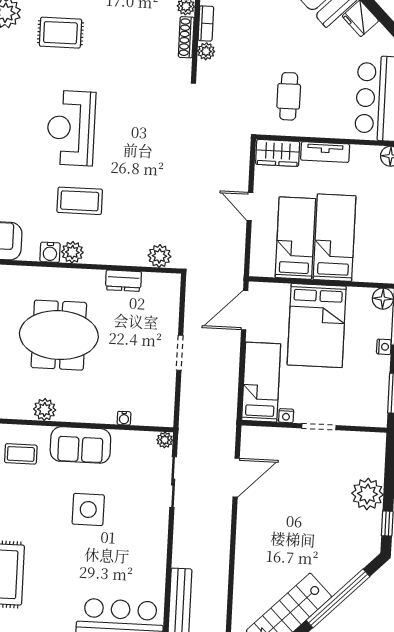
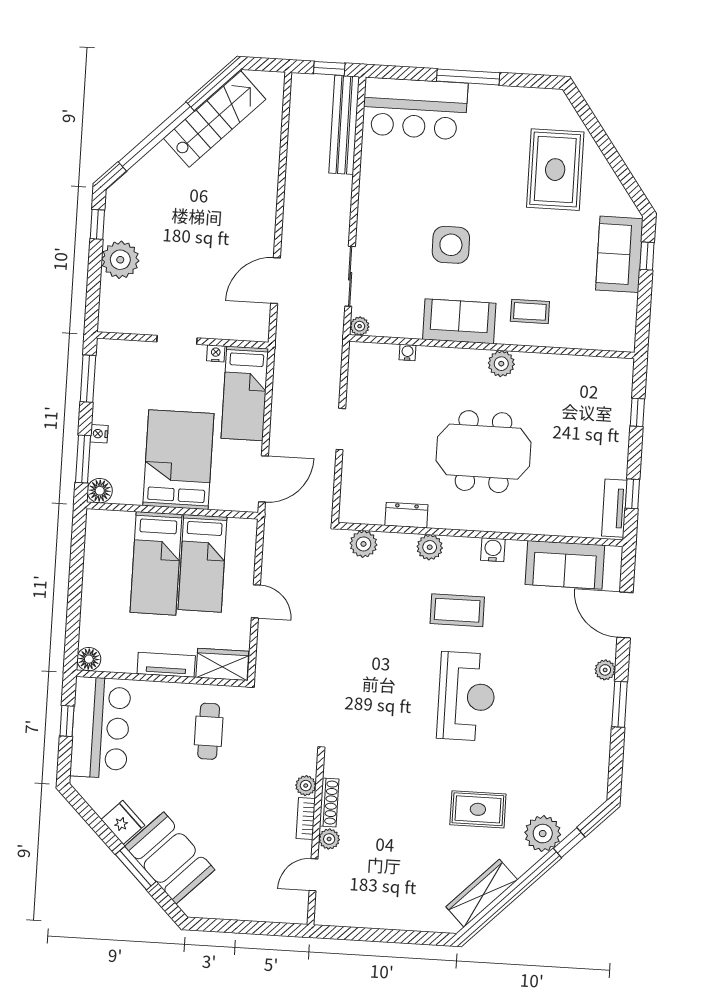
plant: (72, 252) -> (430, 547), moved

